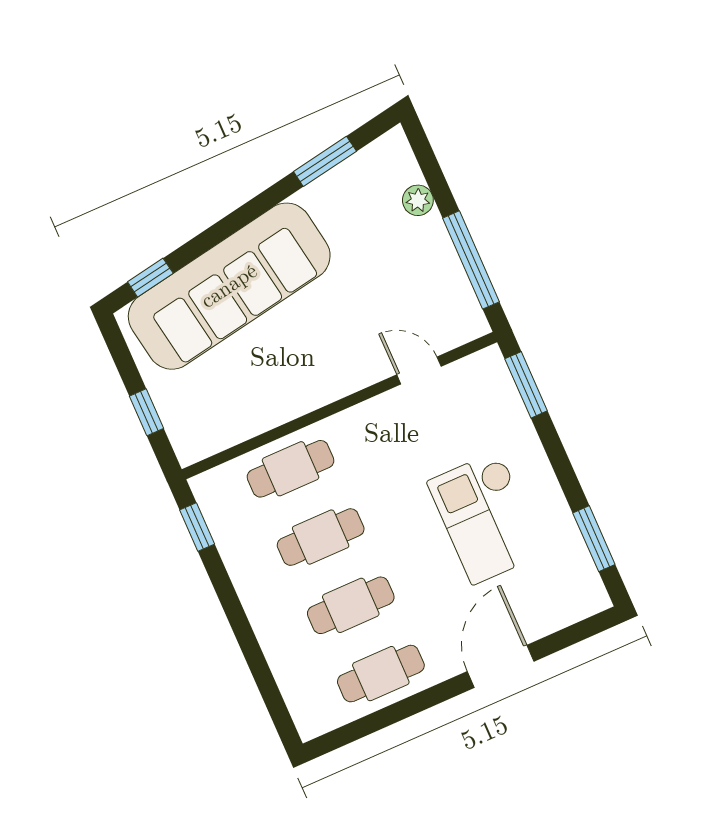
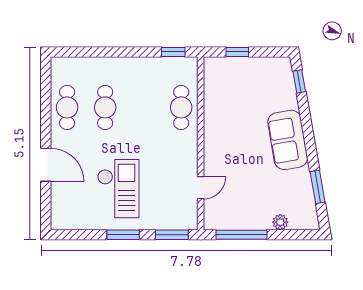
sofa: (229, 286) -> (288, 140), width x0.54, depth x0.79
checkout: (486, 518) -> (118, 189), turned 90
cafe table: (321, 537) -> (143, 107), removed
window: (594, 539) -> (123, 235), moved

